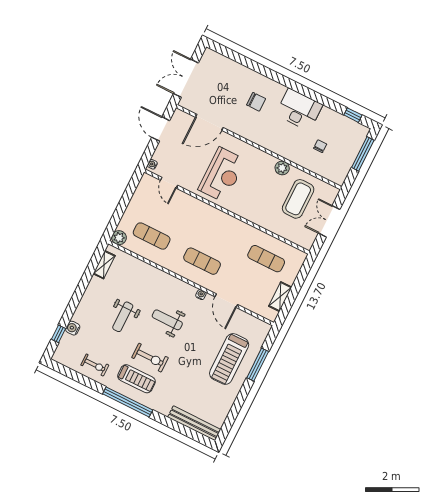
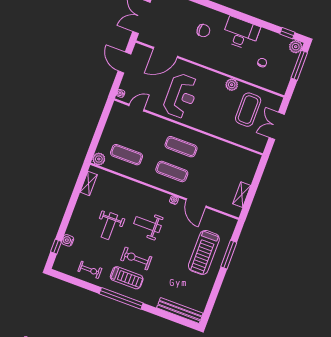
plant: (361, 132) -> (296, 47), added
door: (169, 183) -> (136, 108), swing flipped
exercise mat: (266, 259) -> (181, 147), moved
exercise bike: (150, 358) -> (136, 259), turned 180

